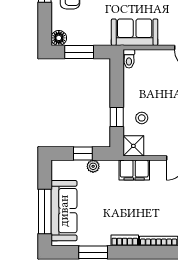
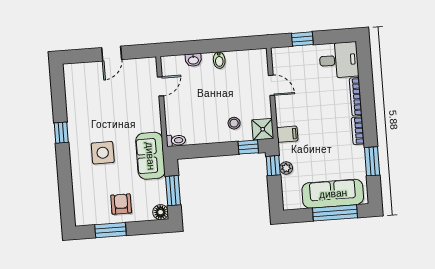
sofa: (135, 32) -> (150, 156), moved
window: (117, 117) -> (248, 147), moved
window: (83, 154) -> (273, 166), moved
filing cabinet: (134, 170) -> (287, 134), width x0.50

